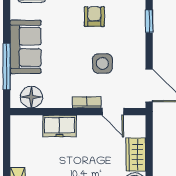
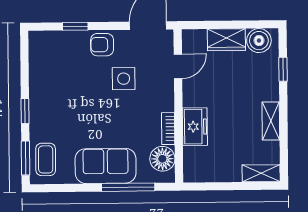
armchair: (94, 17) -> (102, 45), moved
bookcase: (87, 102) -> (168, 129), moved

